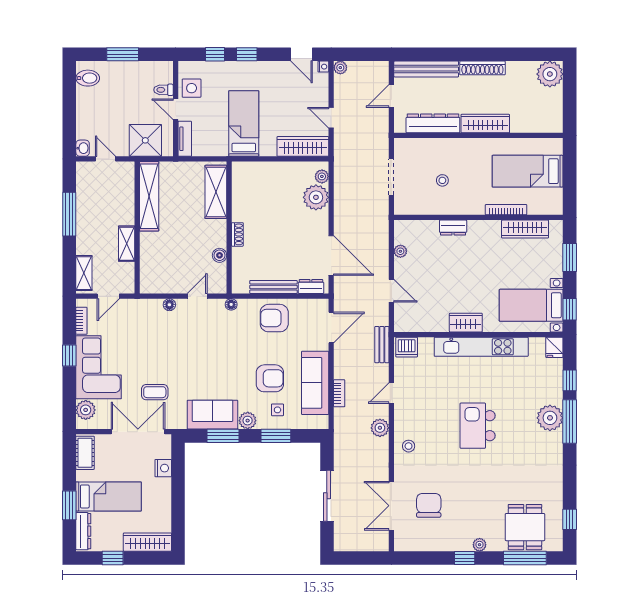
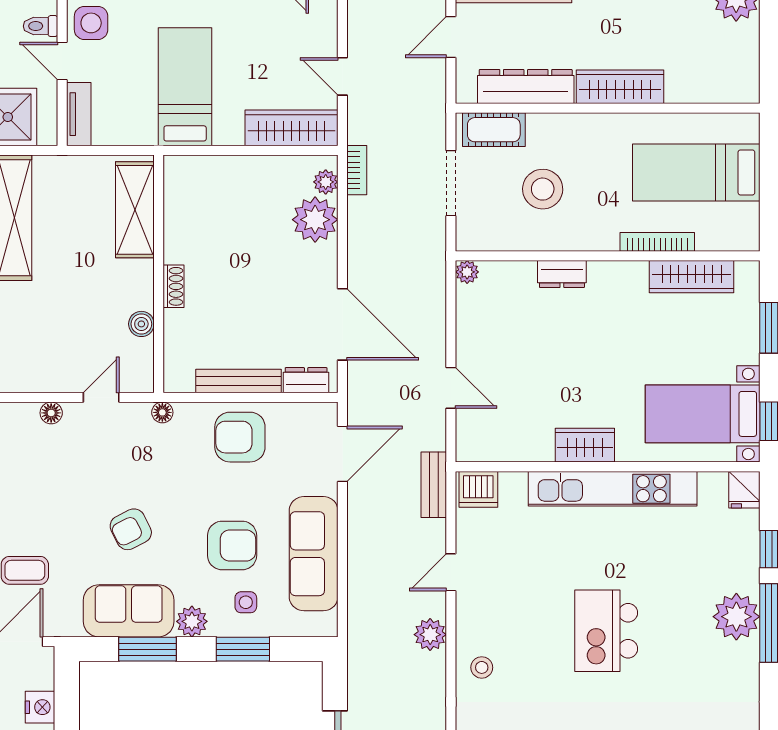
cot: (415, 147) -> (494, 130), added
stool: (442, 180) -> (543, 189), width x1.89, depth x1.89
plant: (400, 251) -> (467, 272), moved
armchair: (214, 369) -> (131, 529), added
bookcase: (339, 393) -> (357, 170), moved

